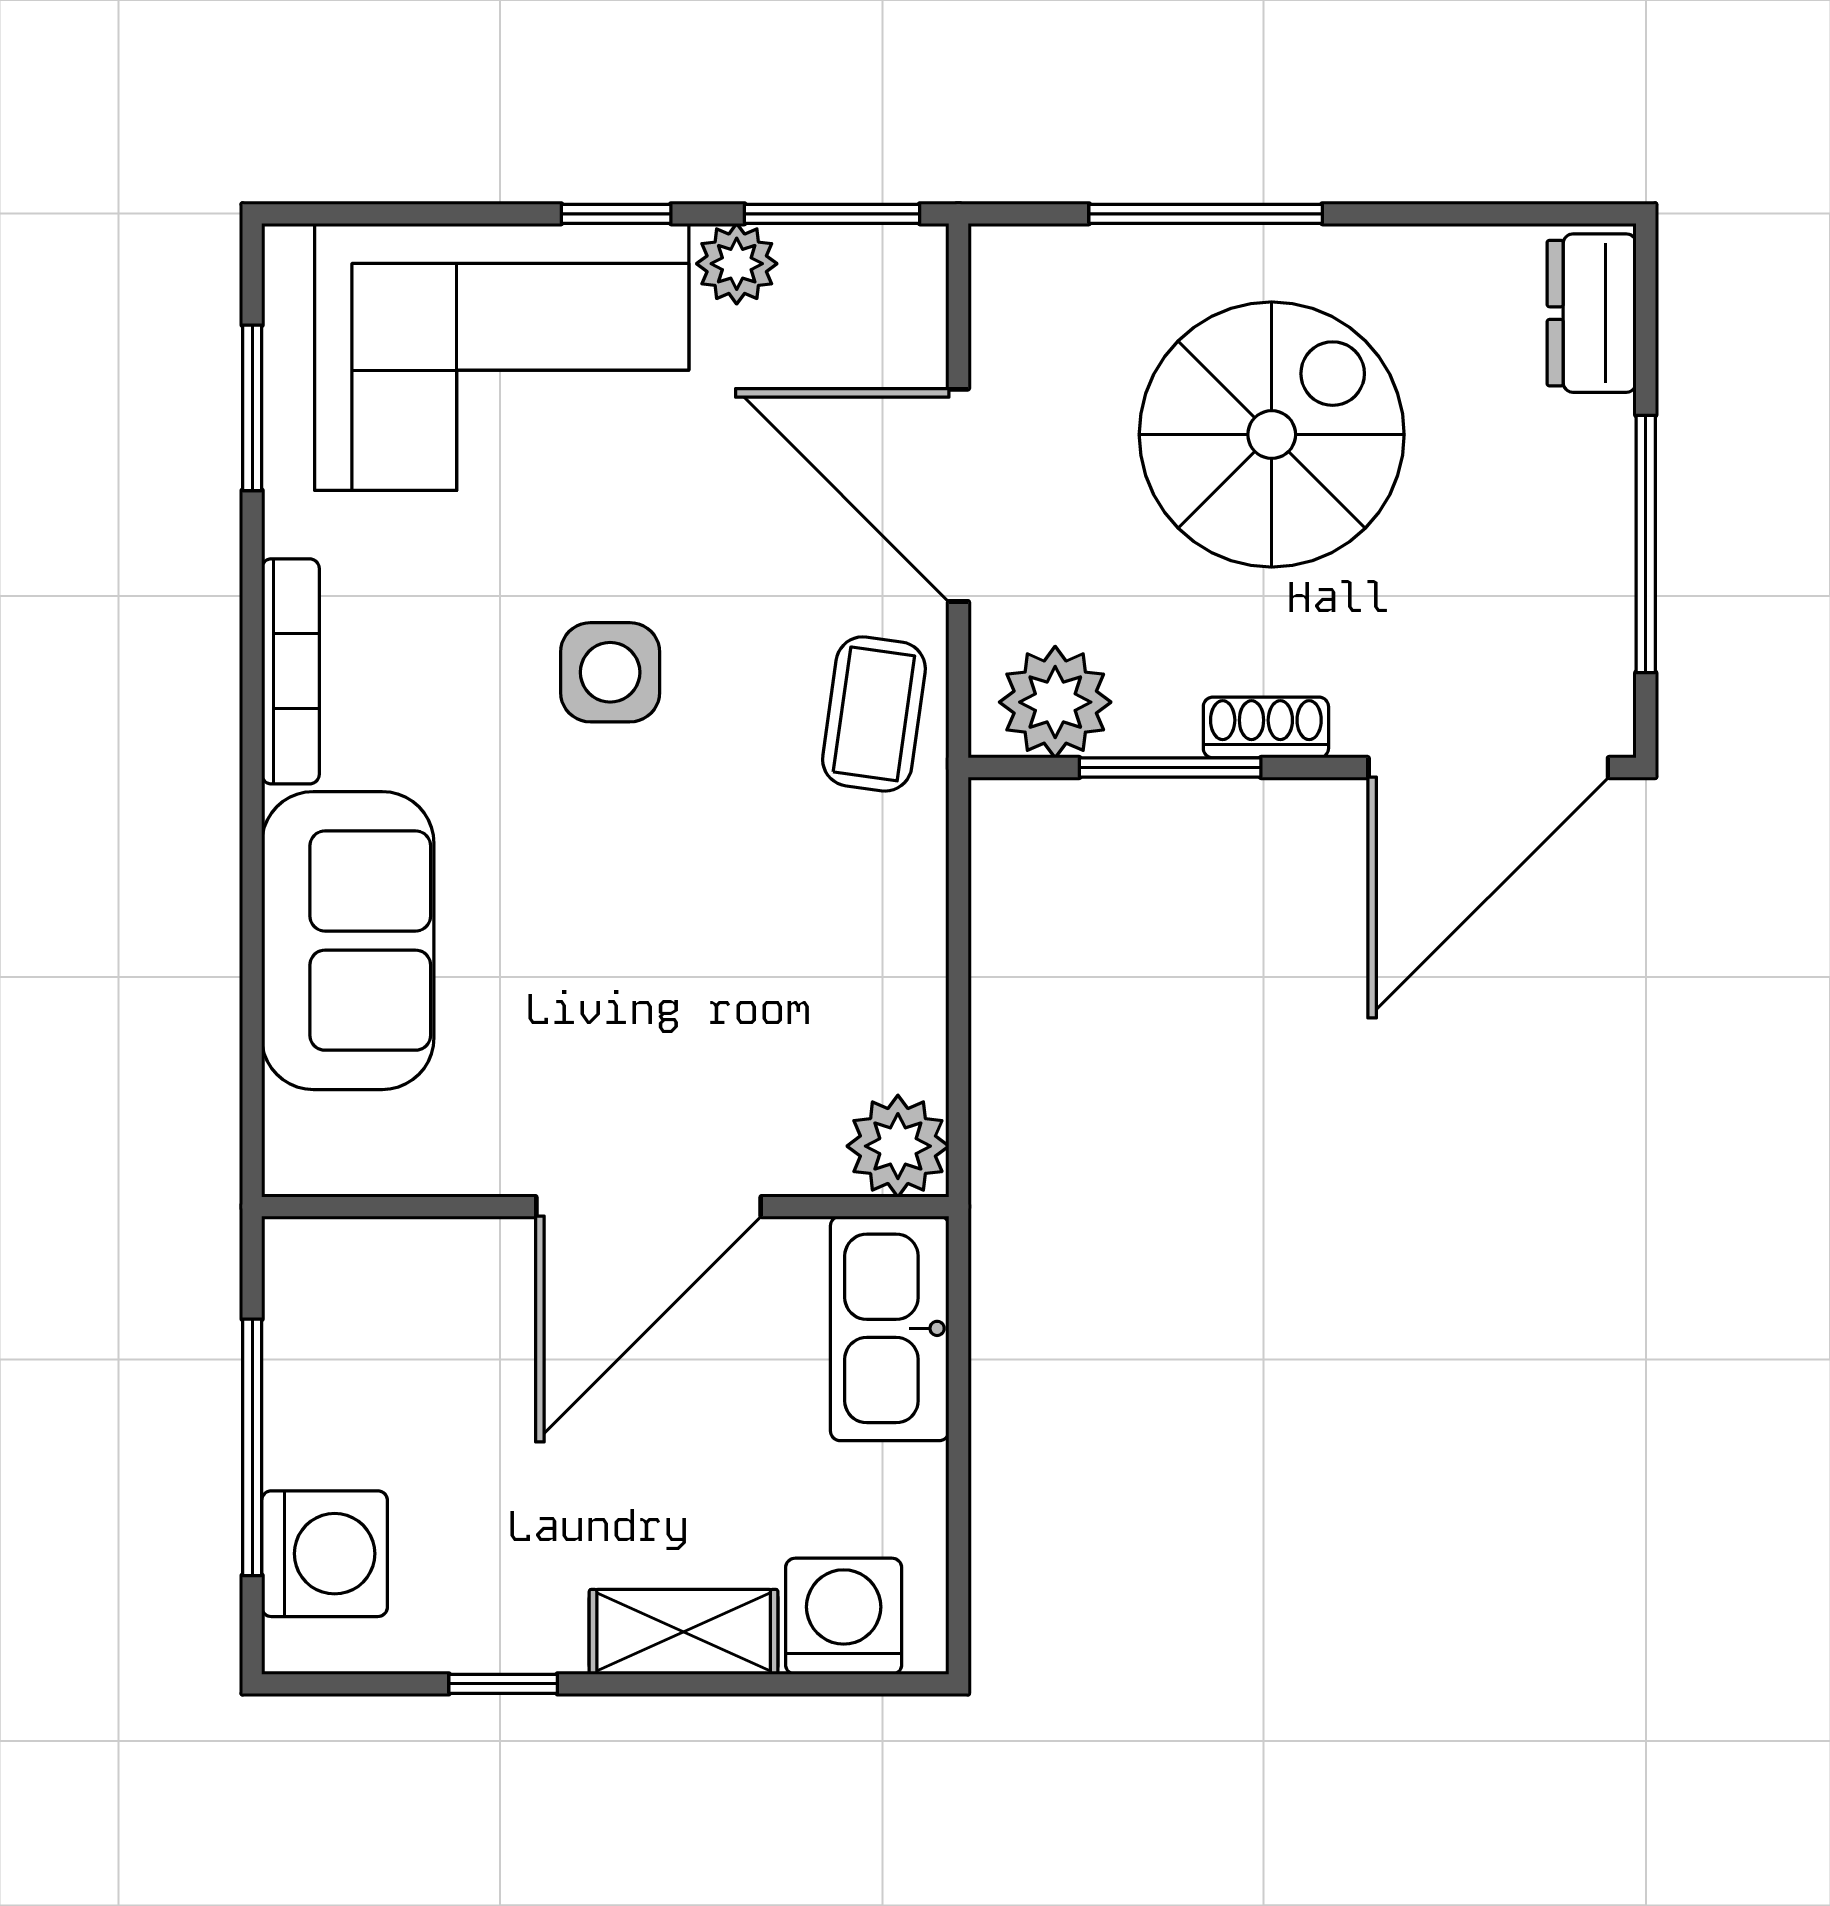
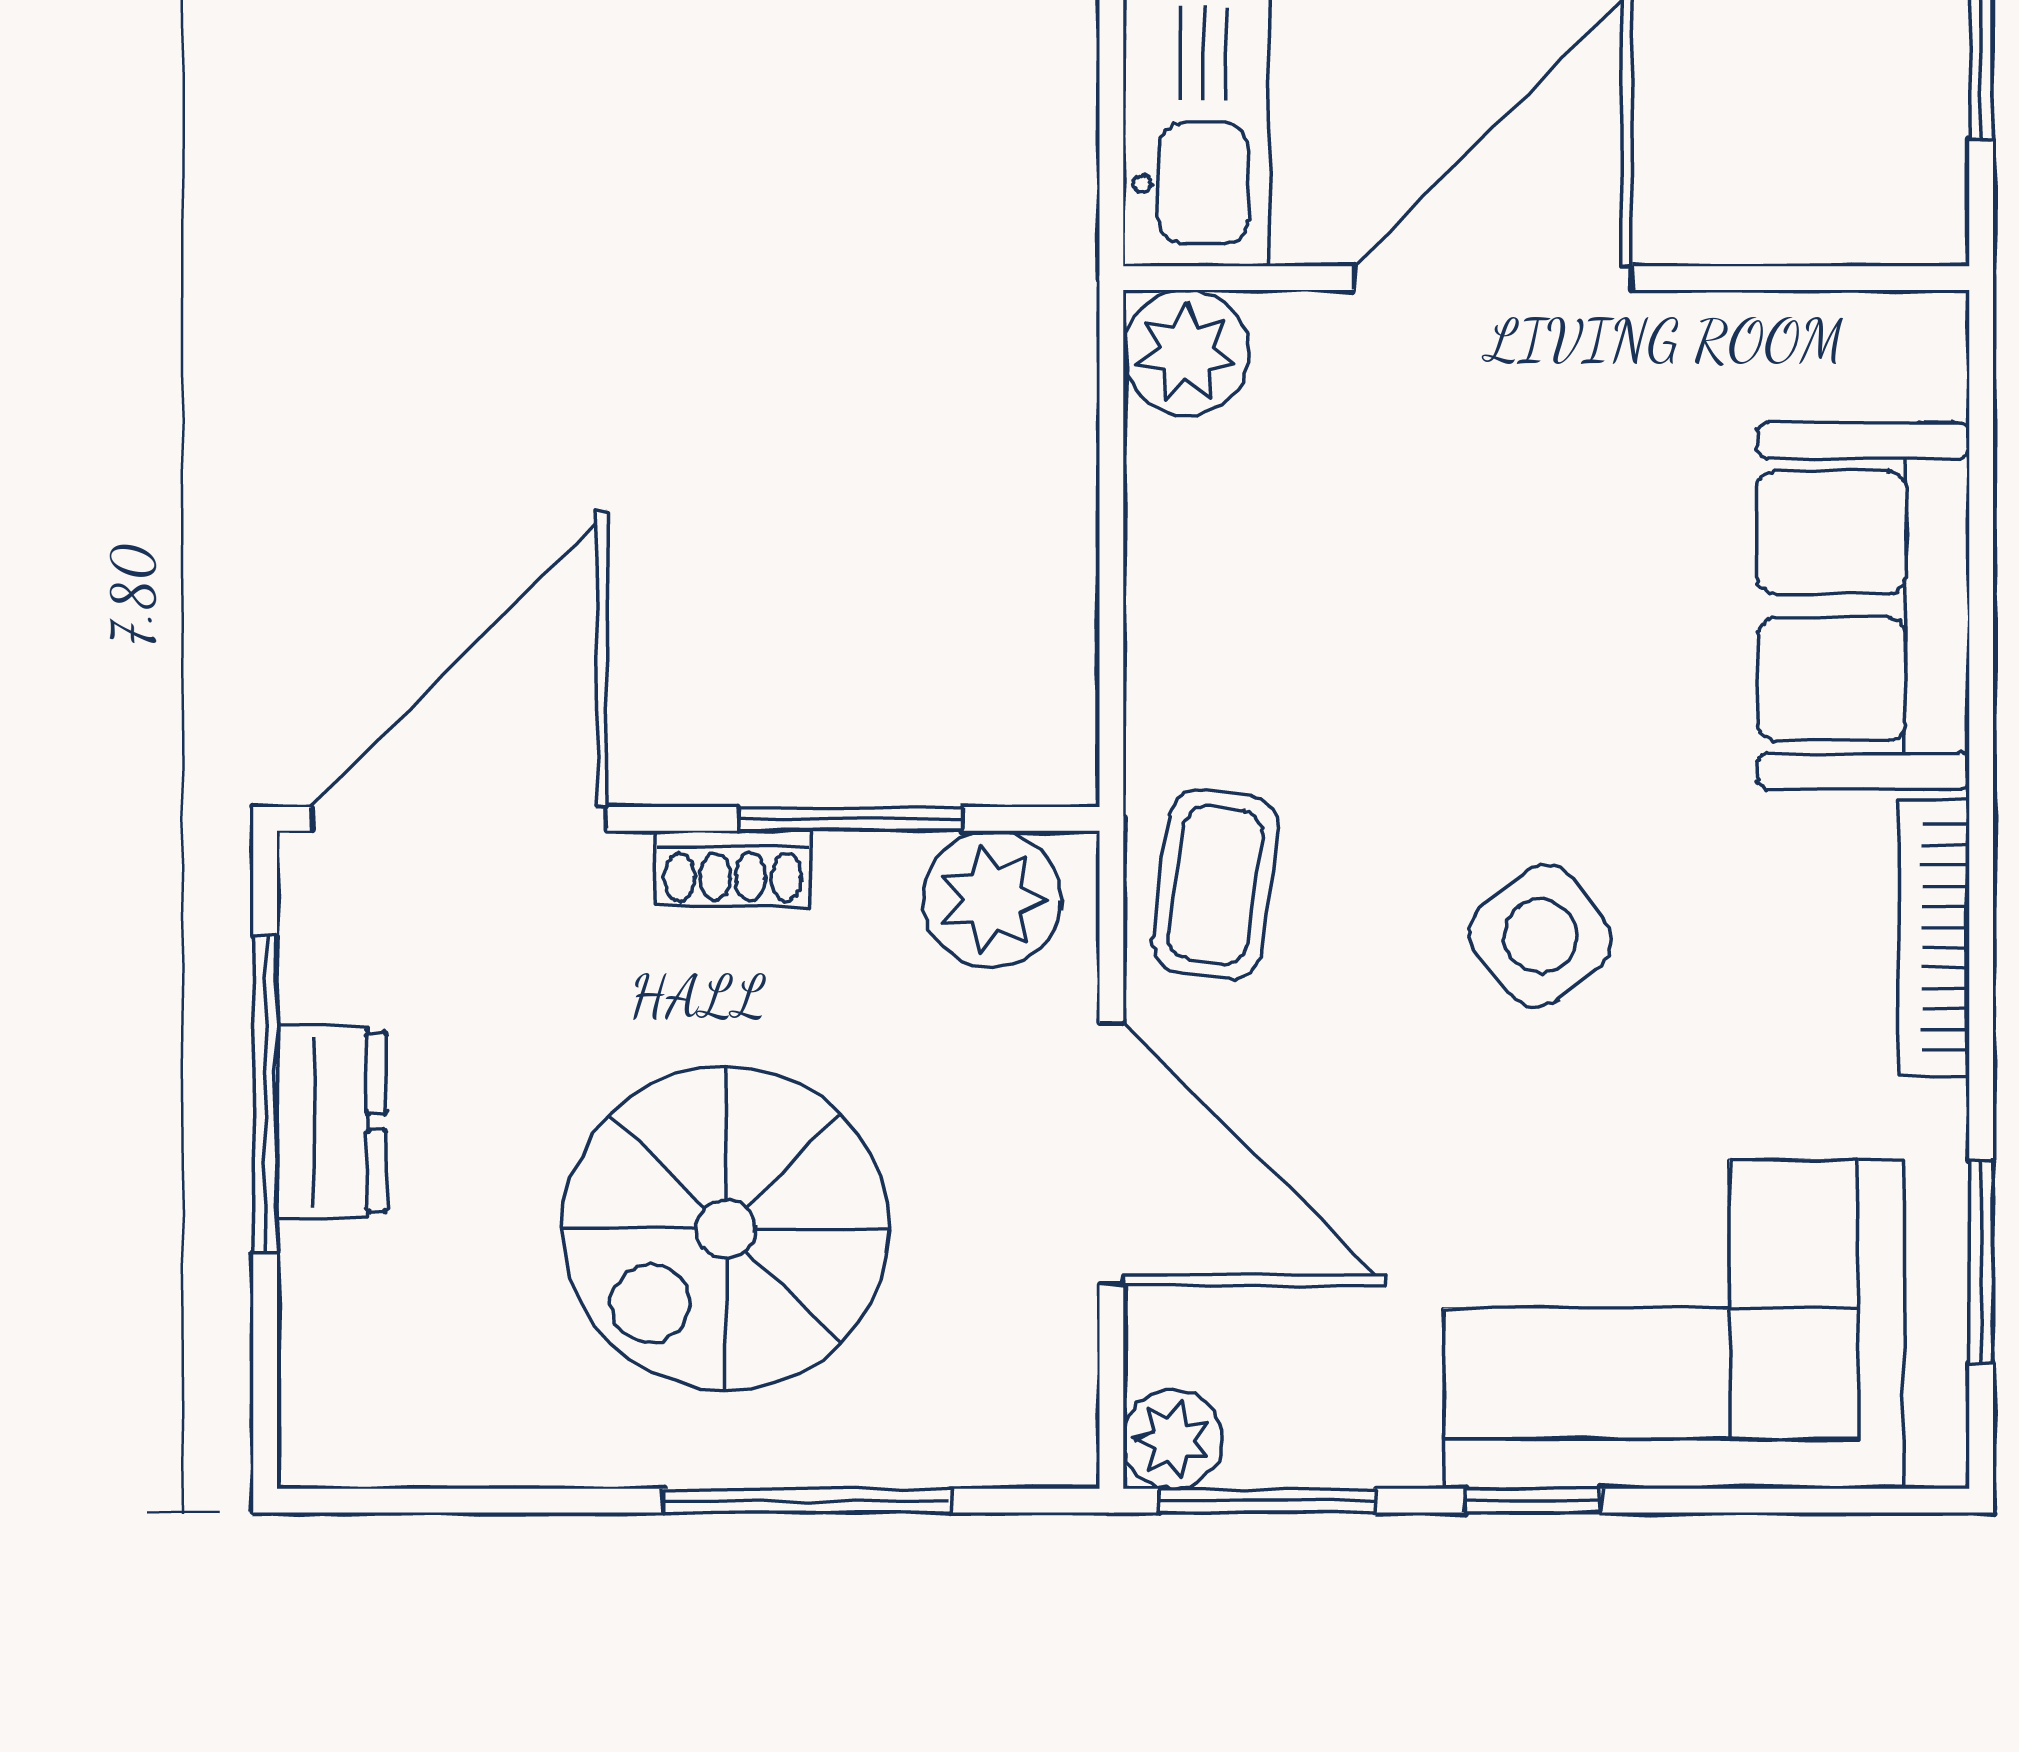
plant: (737, 264) -> (1173, 1439), moved
dresser: (1592, 313) -> (332, 1122), moved
side table: (610, 672) -> (1540, 936), turned -38

